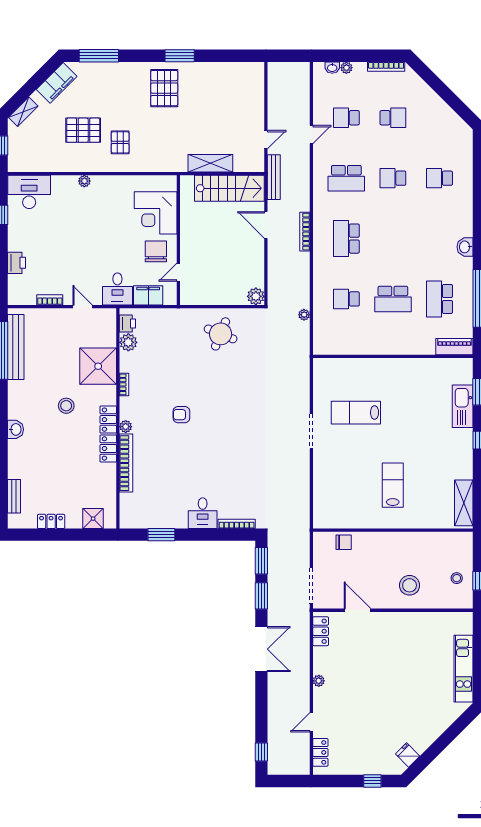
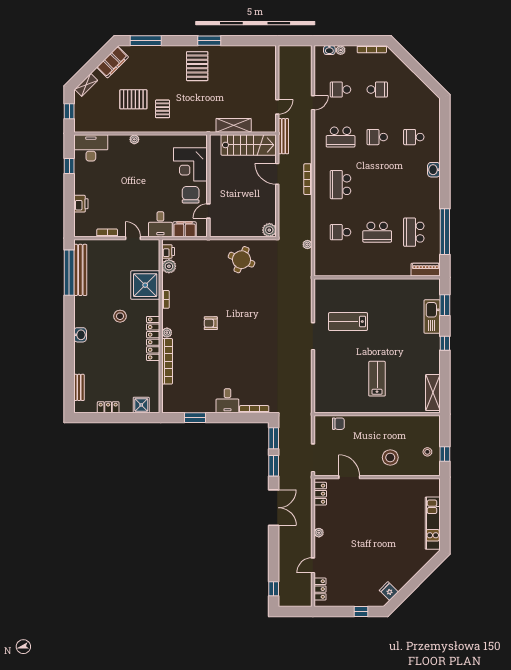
washbasin: (465, 247) -> (434, 170), moved

